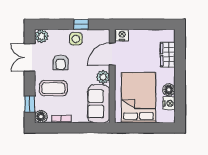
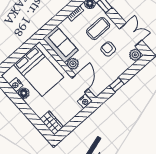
side table: (76, 39) -> (112, 73), removed
wardrobe: (168, 55) -> (52, 123), moved

